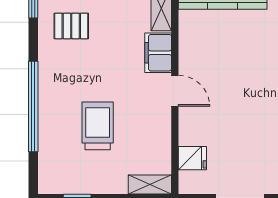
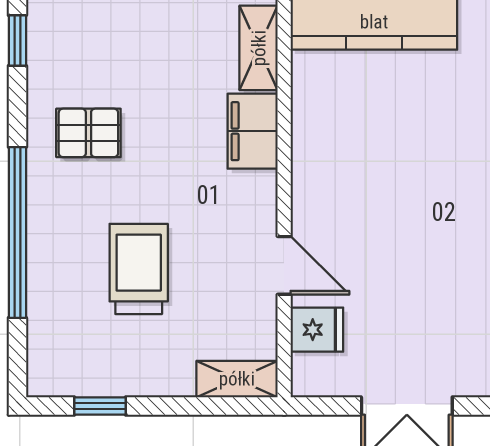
pallet: (71, 26) -> (88, 133), moved
door: (175, 91) -> (284, 265), moved

